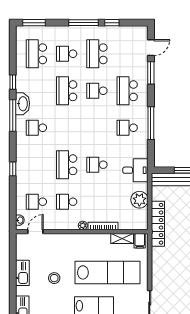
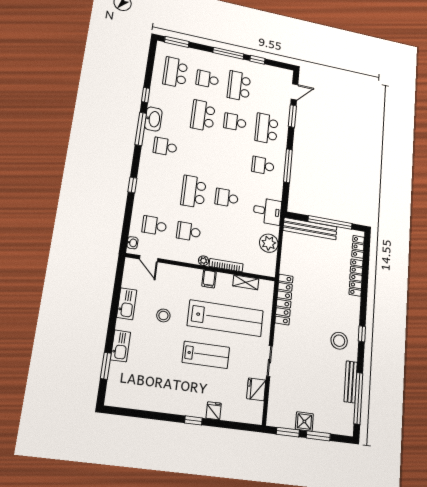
locker: (158, 224) -> (284, 299), moved
door: (35, 232) -> (149, 259), swing flipped
filing cabinet: (140, 241) -> (209, 279), moved

